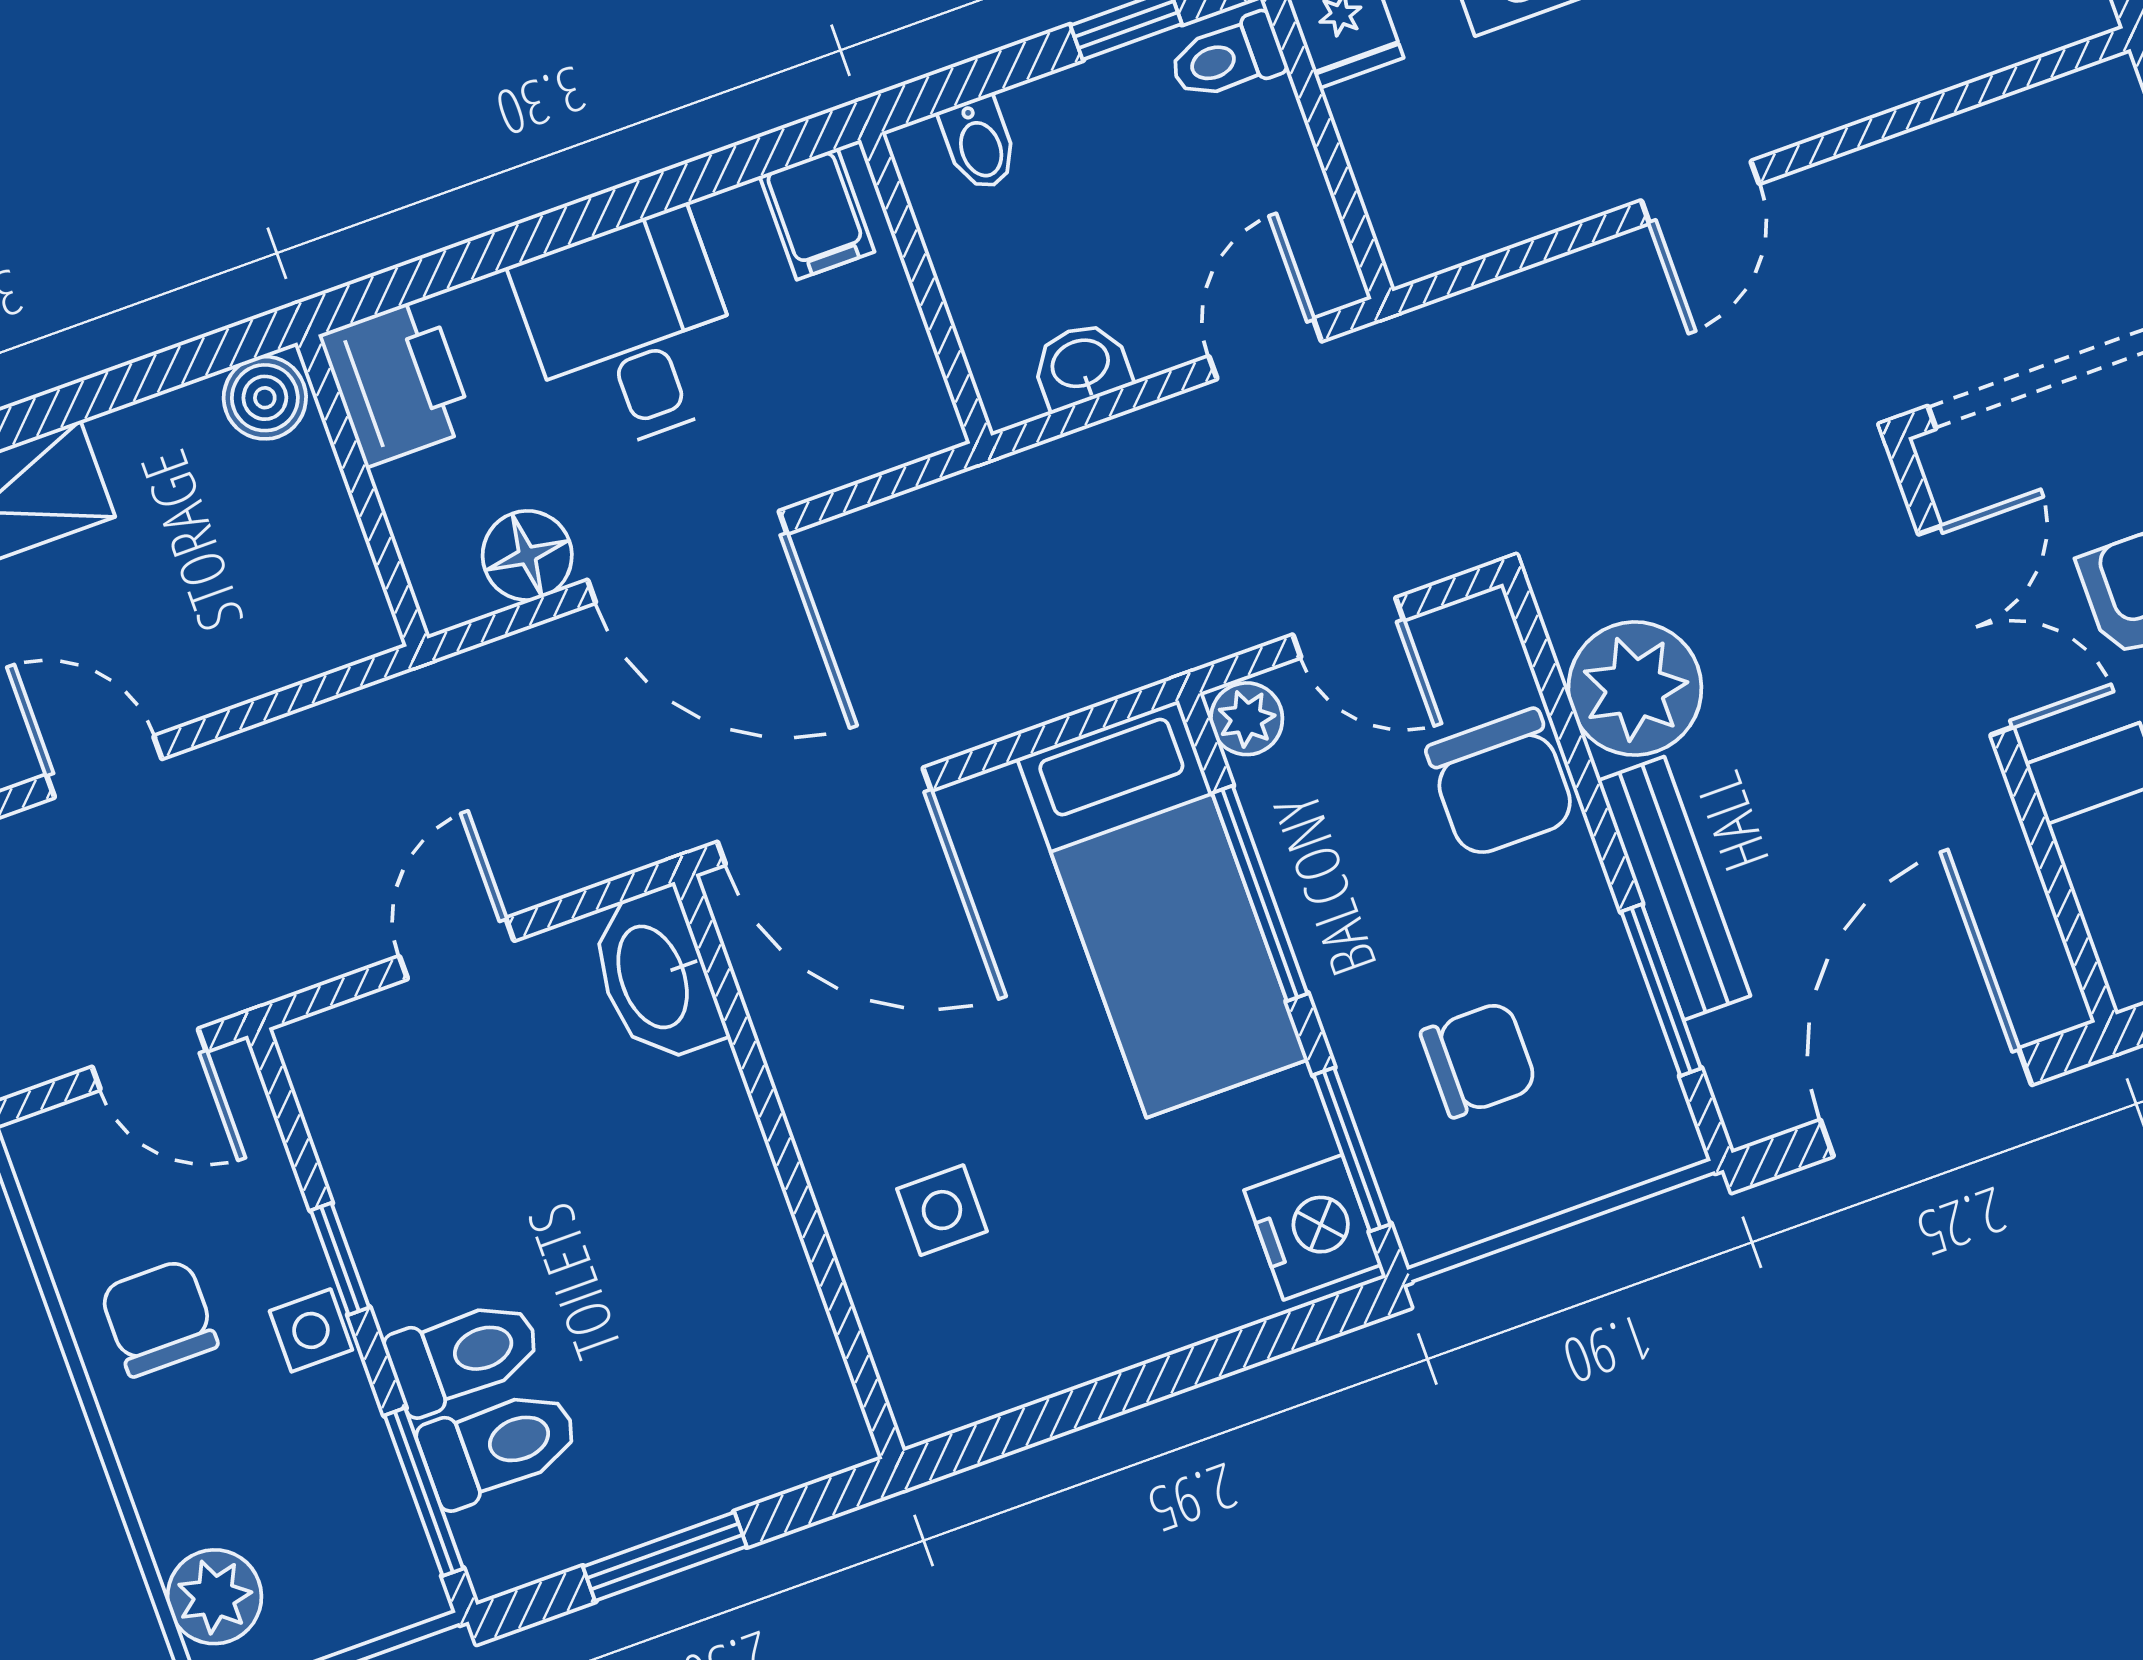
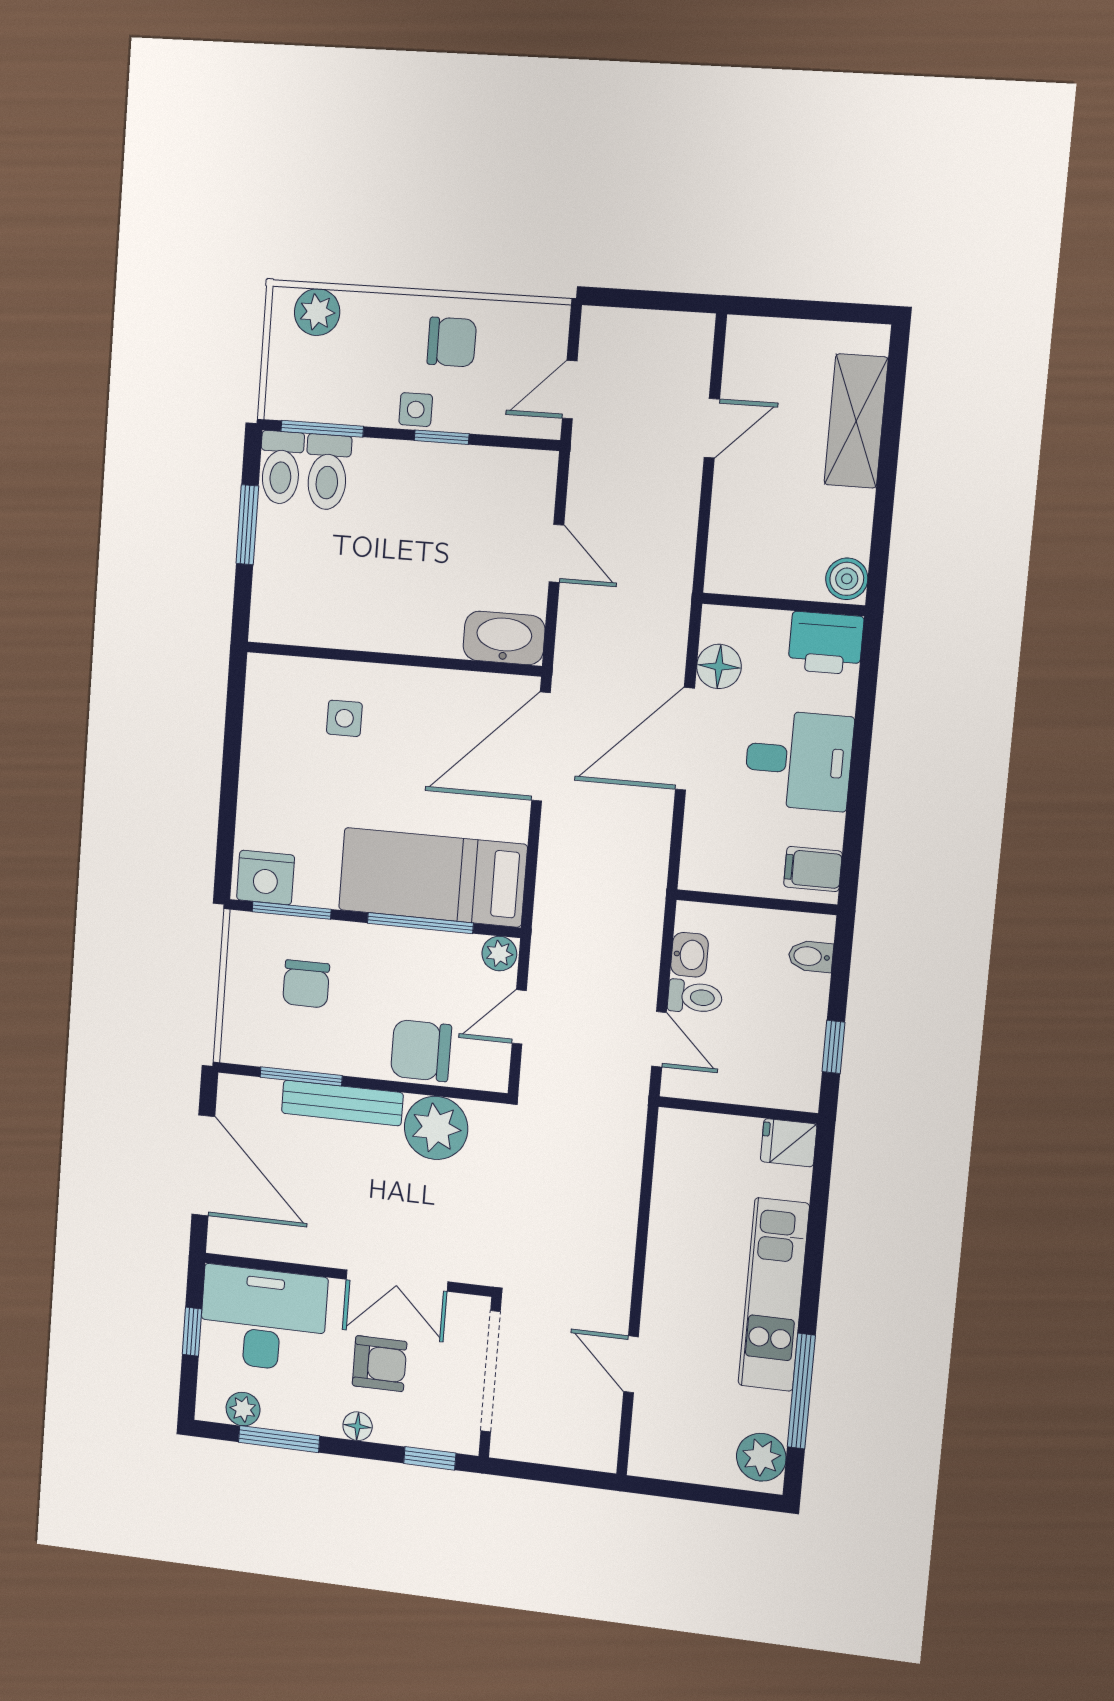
toilet: (1227, 58) -> (695, 997), moved, turned 90
door: (1700, 192) -> (631, 1364), moved
toilet: (464, 1355) -> (281, 468), moved

